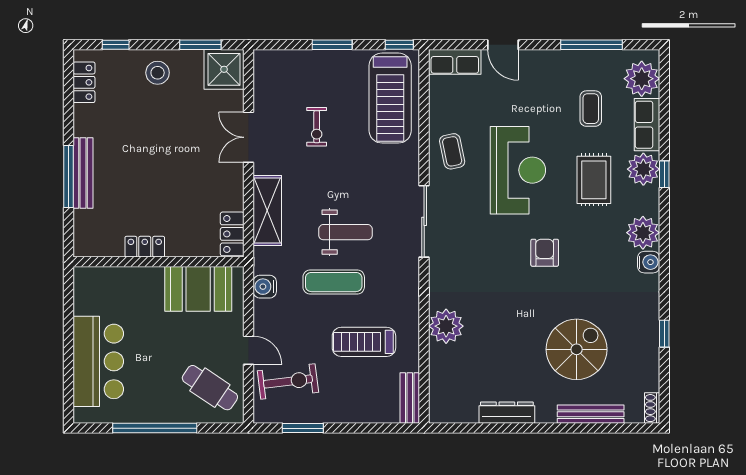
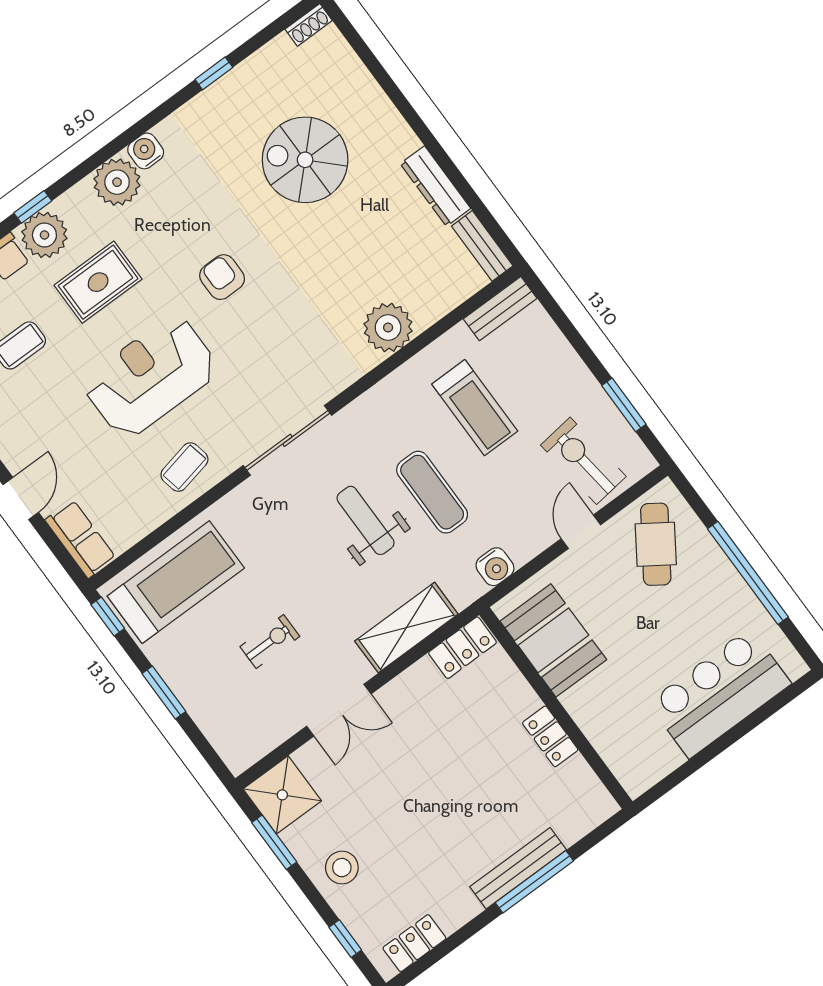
armchair: (545, 253) -> (222, 277), turned 90
bench: (591, 414) -> (482, 246), moved, width x0.73

